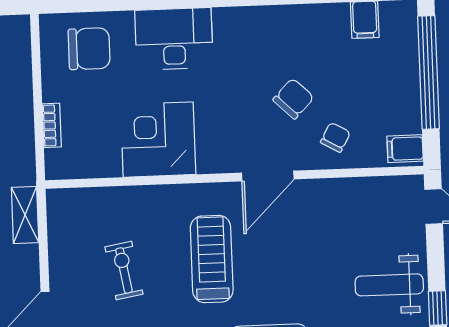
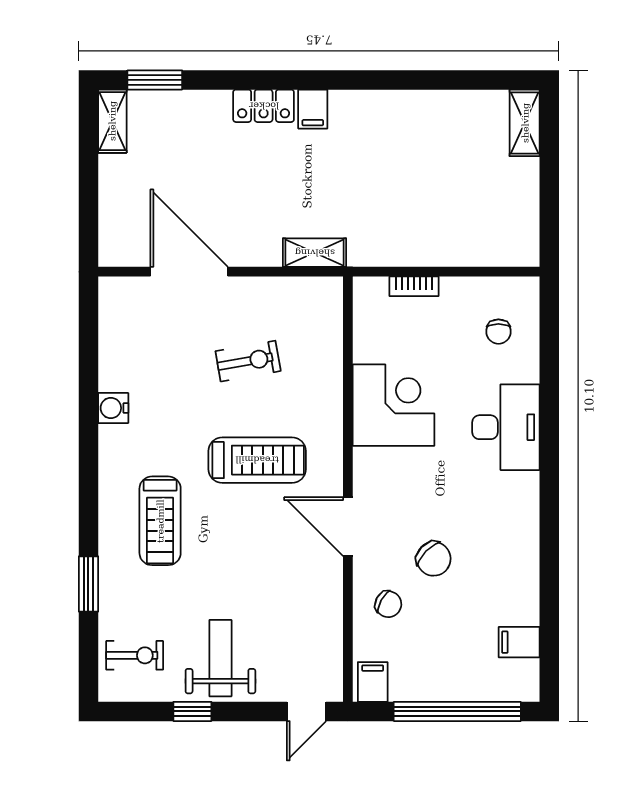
chair: (89, 49) -> (498, 332), width x0.54, depth x0.54

